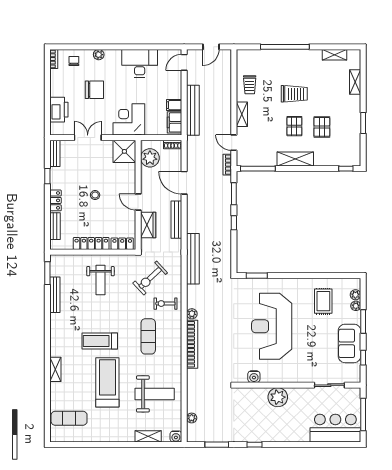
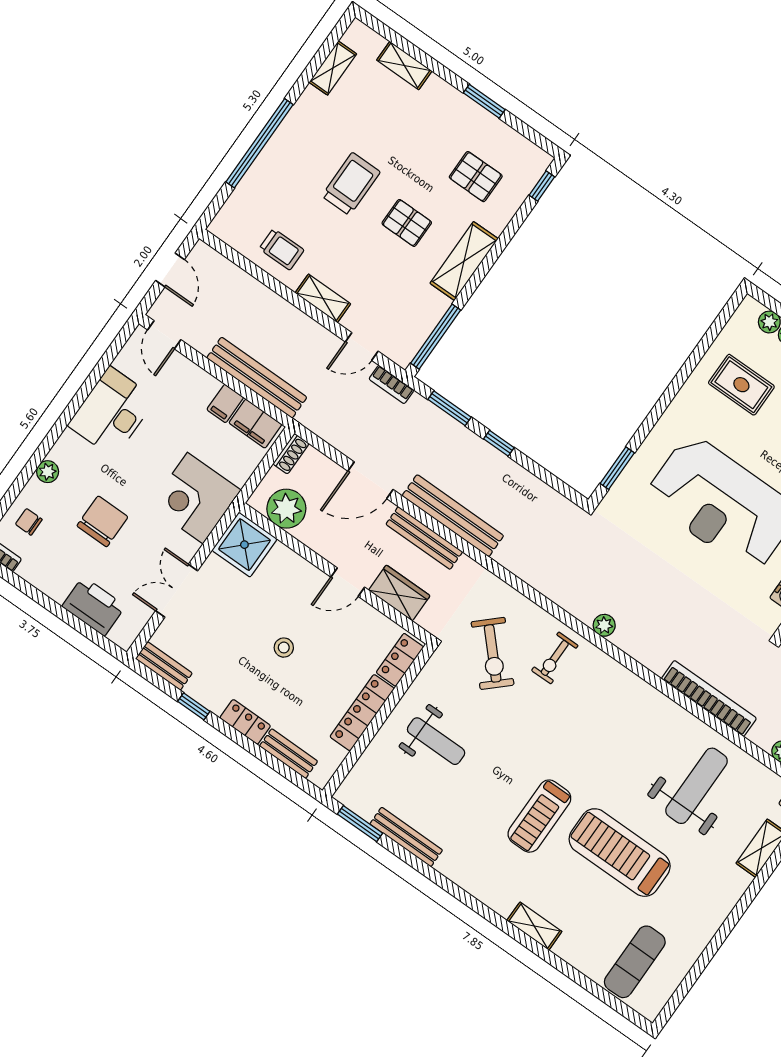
pallet: (322, 127) -> (476, 177), moved
bench: (193, 259) -> (453, 516), moved
exercise mat: (148, 336) -> (590, 727), removed
bookcase: (192, 344) -> (709, 699), moved

